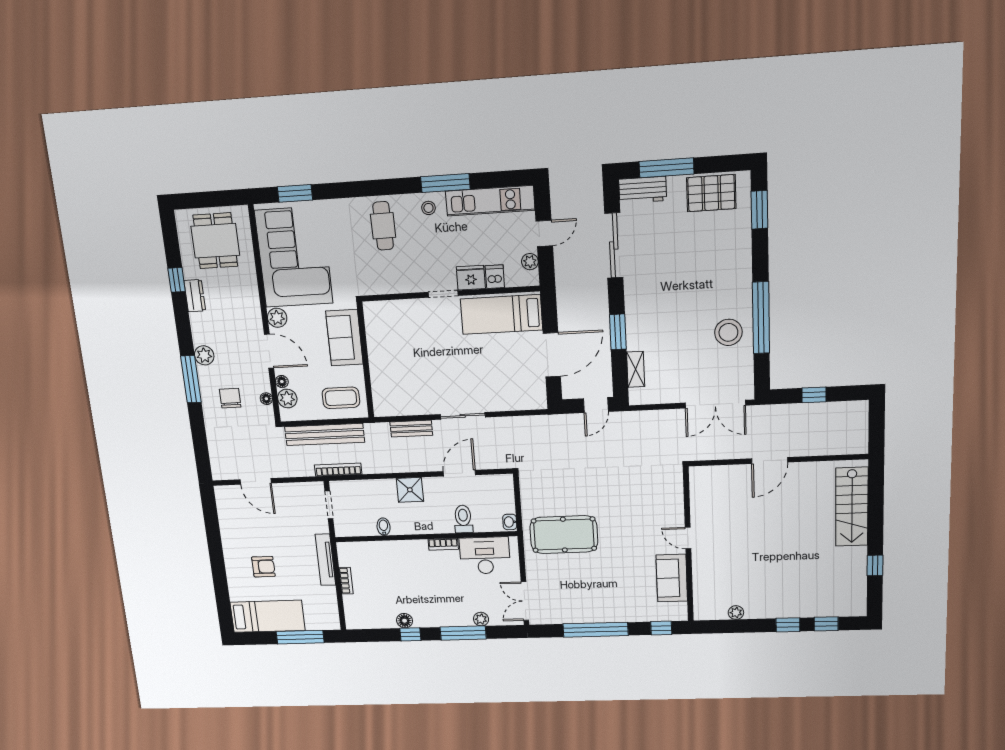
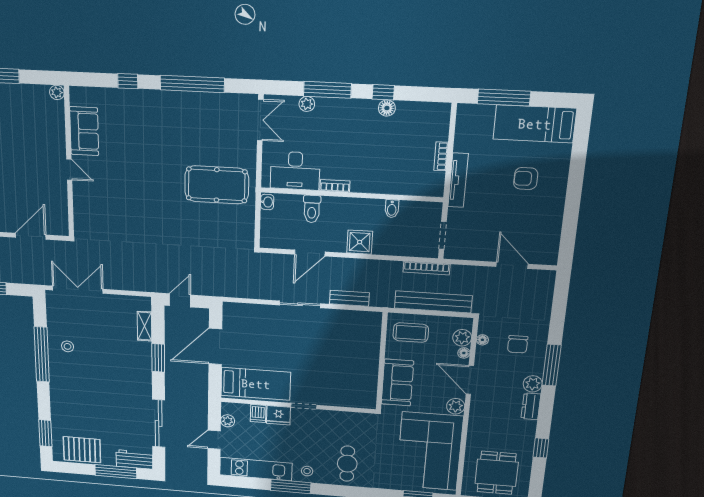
dresser: (195, 296) -> (531, 406), moved
stool: (728, 332) -> (68, 346), width x0.53, depth x0.53
door: (688, 538) -> (69, 170), moved
wall: (688, 545) -> (69, 163), moved
sofa: (672, 578) -> (84, 131), moved

